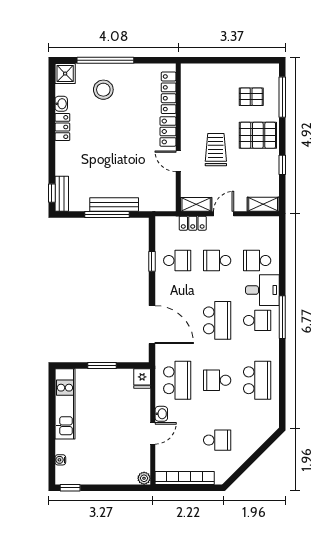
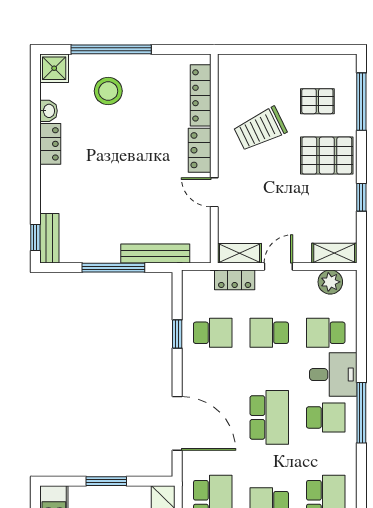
trolley: (216, 150) -> (260, 129), moved, turned -116
bench: (114, 204) -> (155, 253), moved
plant: (260, 225) -> (330, 282), added

